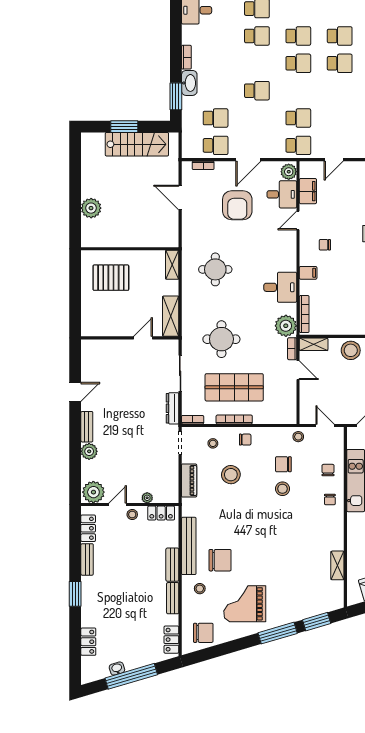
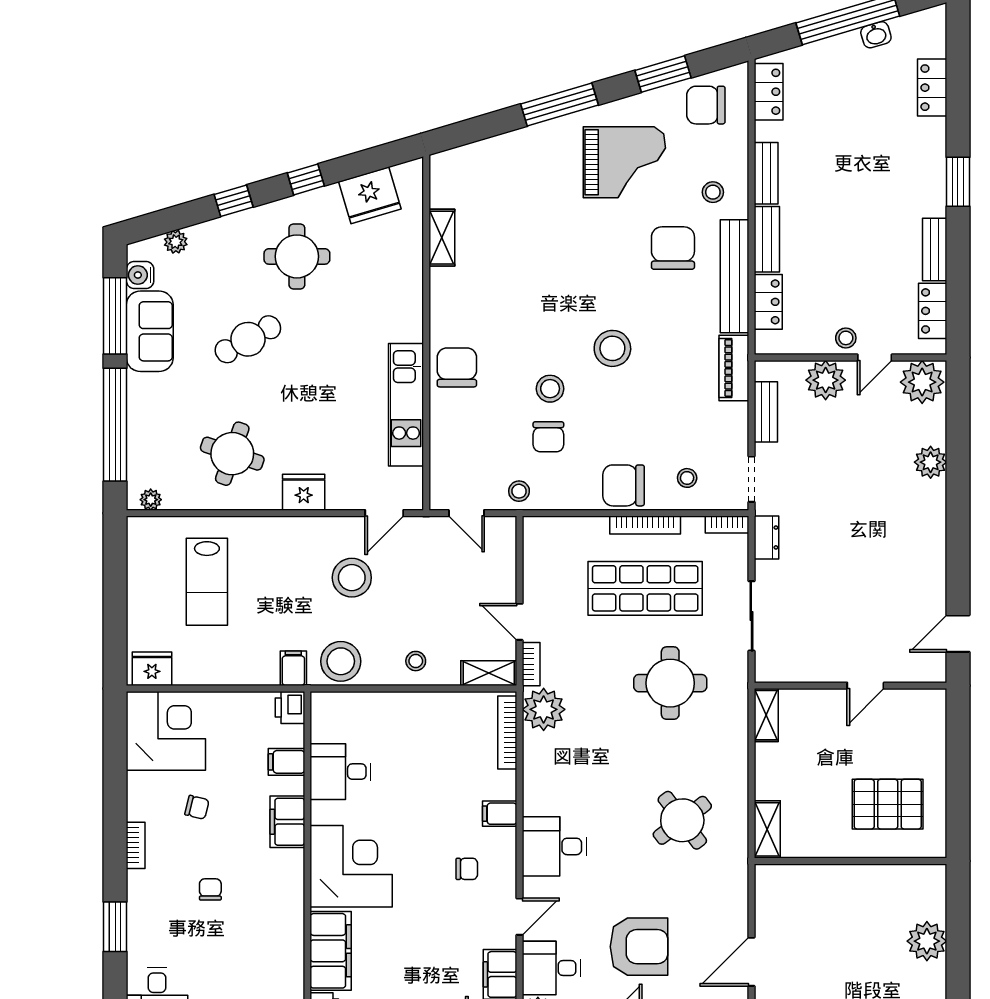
door: (180, 198) -> (751, 962), swing flipped
armchair: (237, 205) -> (639, 947), turned 90
round table: (215, 269) -> (682, 820), turned -37
desk: (280, 287) -> (554, 846), moved
shelving: (171, 316) -> (766, 715), width x0.67, depth x0.75
door: (143, 338) -> (865, 686), moved
stool: (351, 350) -> (416, 661), width x0.53, depth x0.53
door: (75, 392) -> (958, 634), moved
dresser: (173, 408) -> (766, 537), width x0.70
bench: (87, 427) -> (766, 412), moved
chair: (245, 440) -> (624, 485), width x1.87, depth x1.87
chair: (283, 464) -> (548, 437), turned 90
chair: (328, 470) -> (460, 425), removed
stool: (231, 475) -> (612, 348), moved
piano: (189, 480) -> (734, 368), moved
plant: (147, 498) -> (826, 380), width x1.87, depth x1.87
chair: (330, 500) -> (457, 367), width x1.87, depth x1.87
locker: (161, 513) -> (768, 302), moved, turned 90
chair: (220, 560) -> (673, 248), turned 90
window: (317, 622) -> (663, 74), moved

